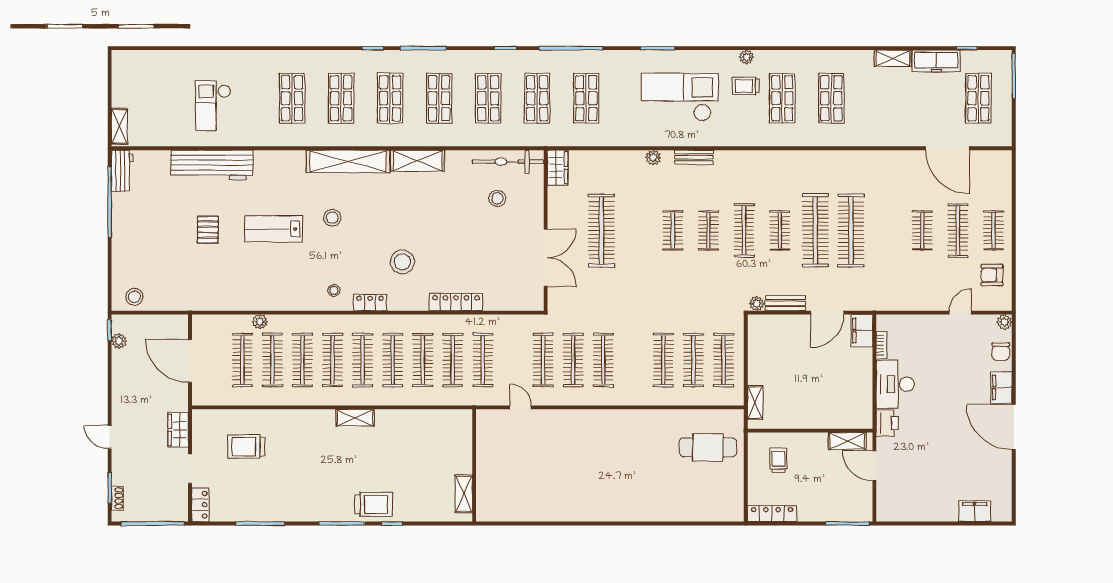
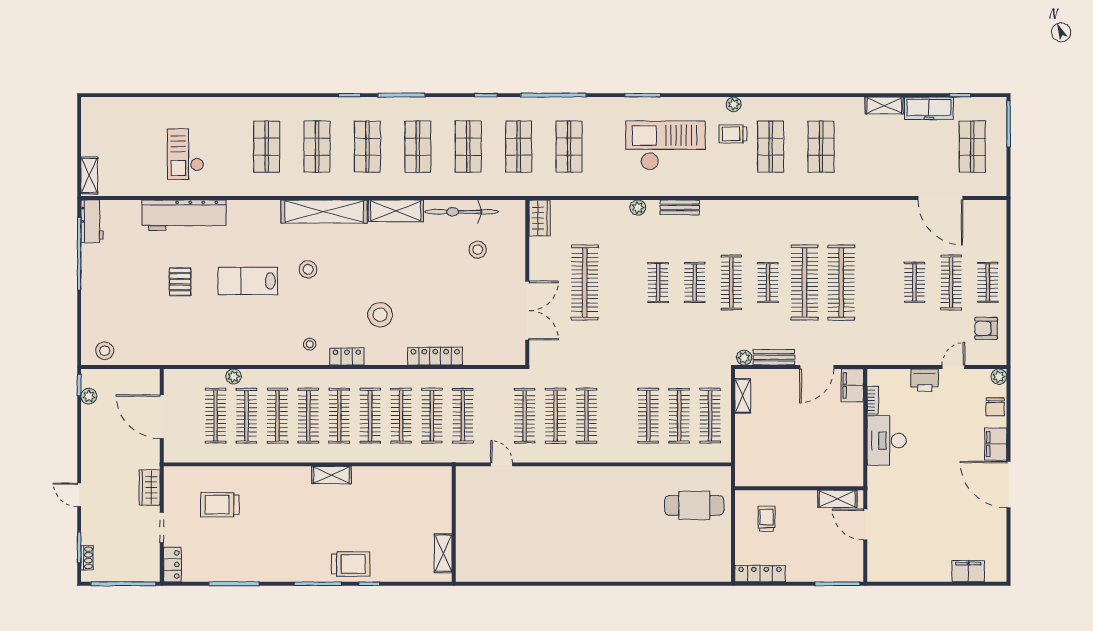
bicycle: (508, 162) -> (461, 212), moved
shelving: (755, 403) -> (743, 396), moved
printer: (887, 423) -> (925, 380), moved, turned 90

